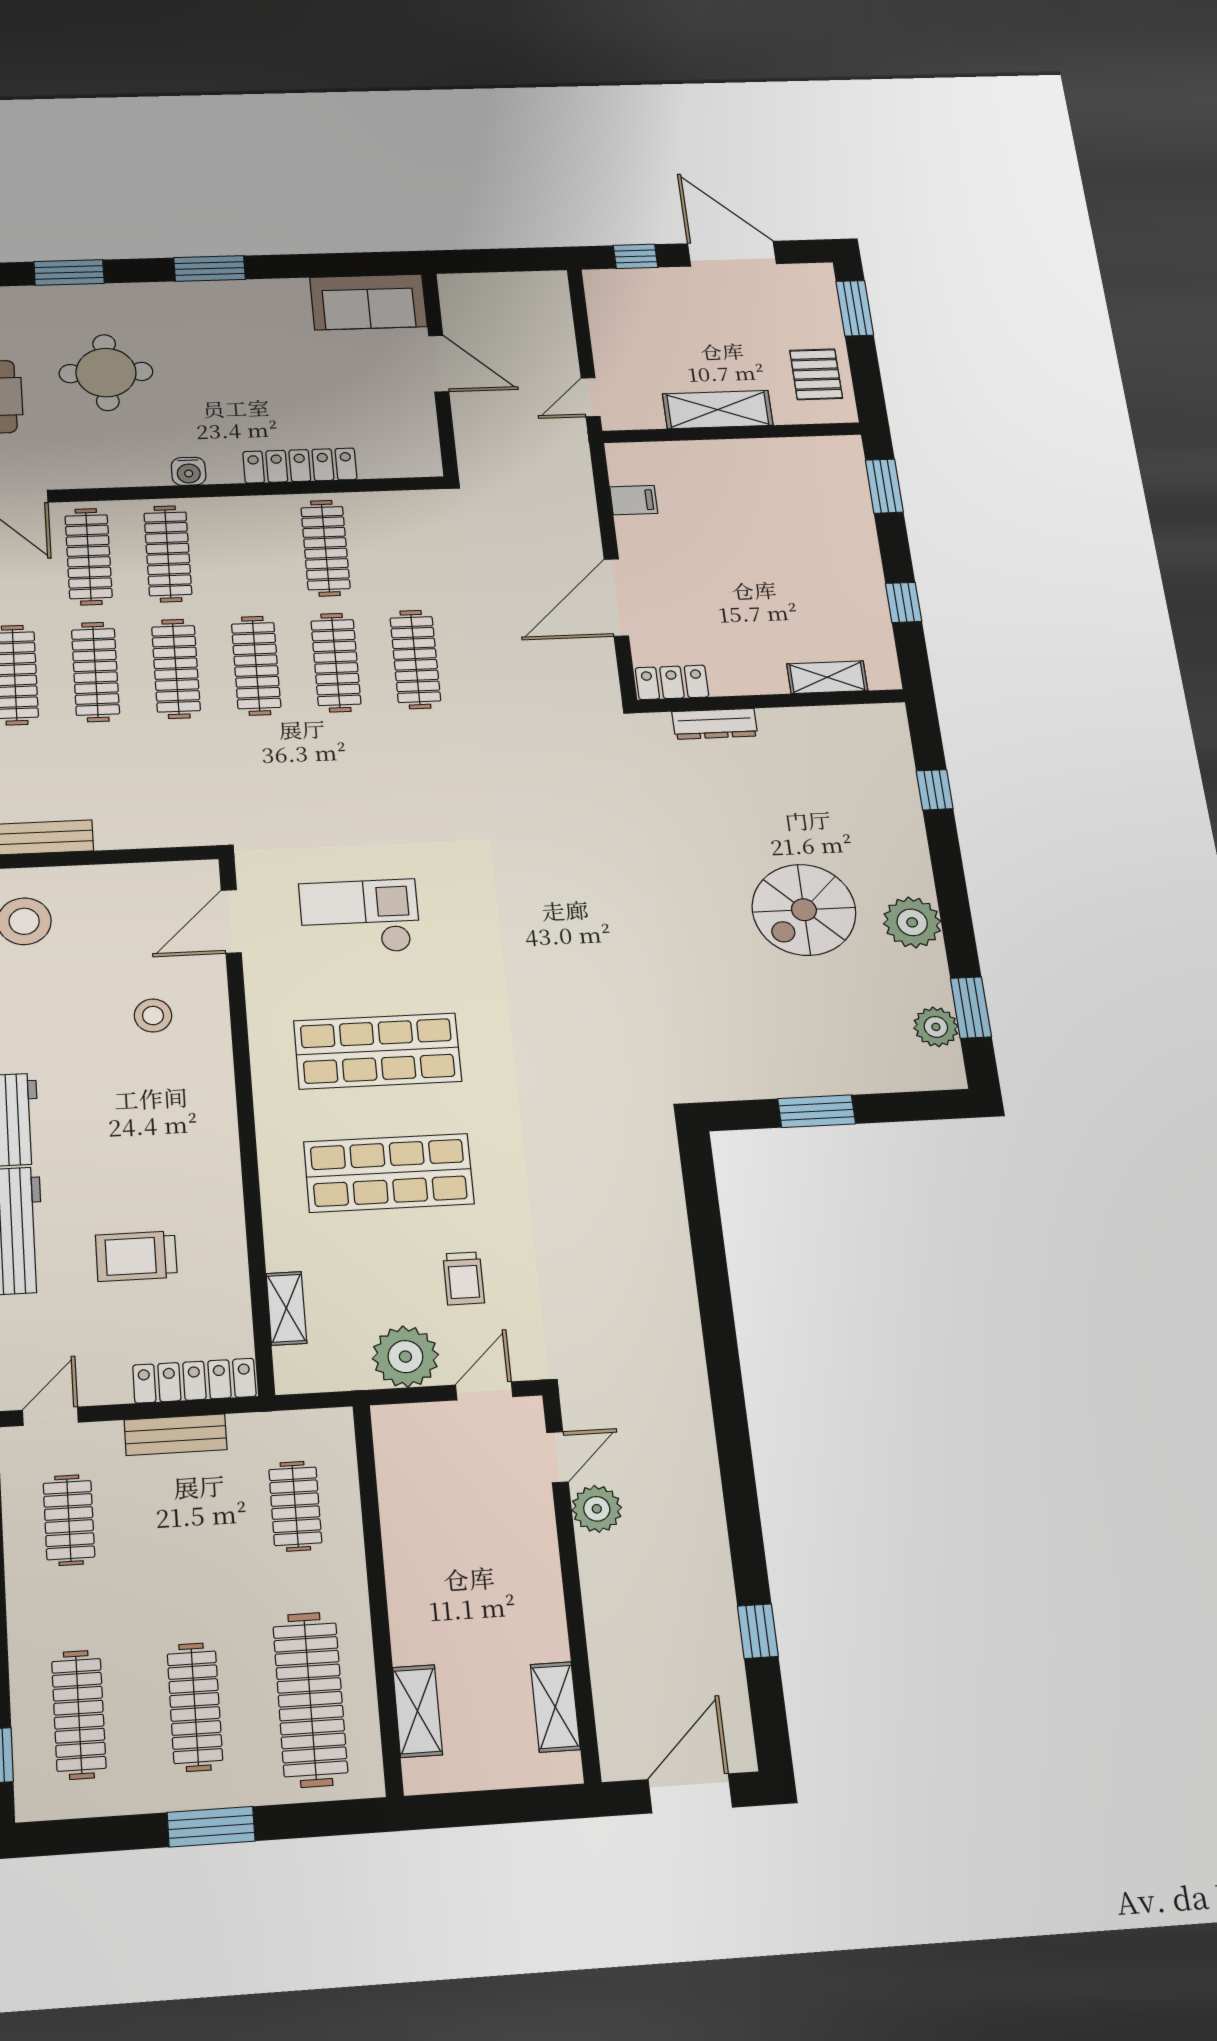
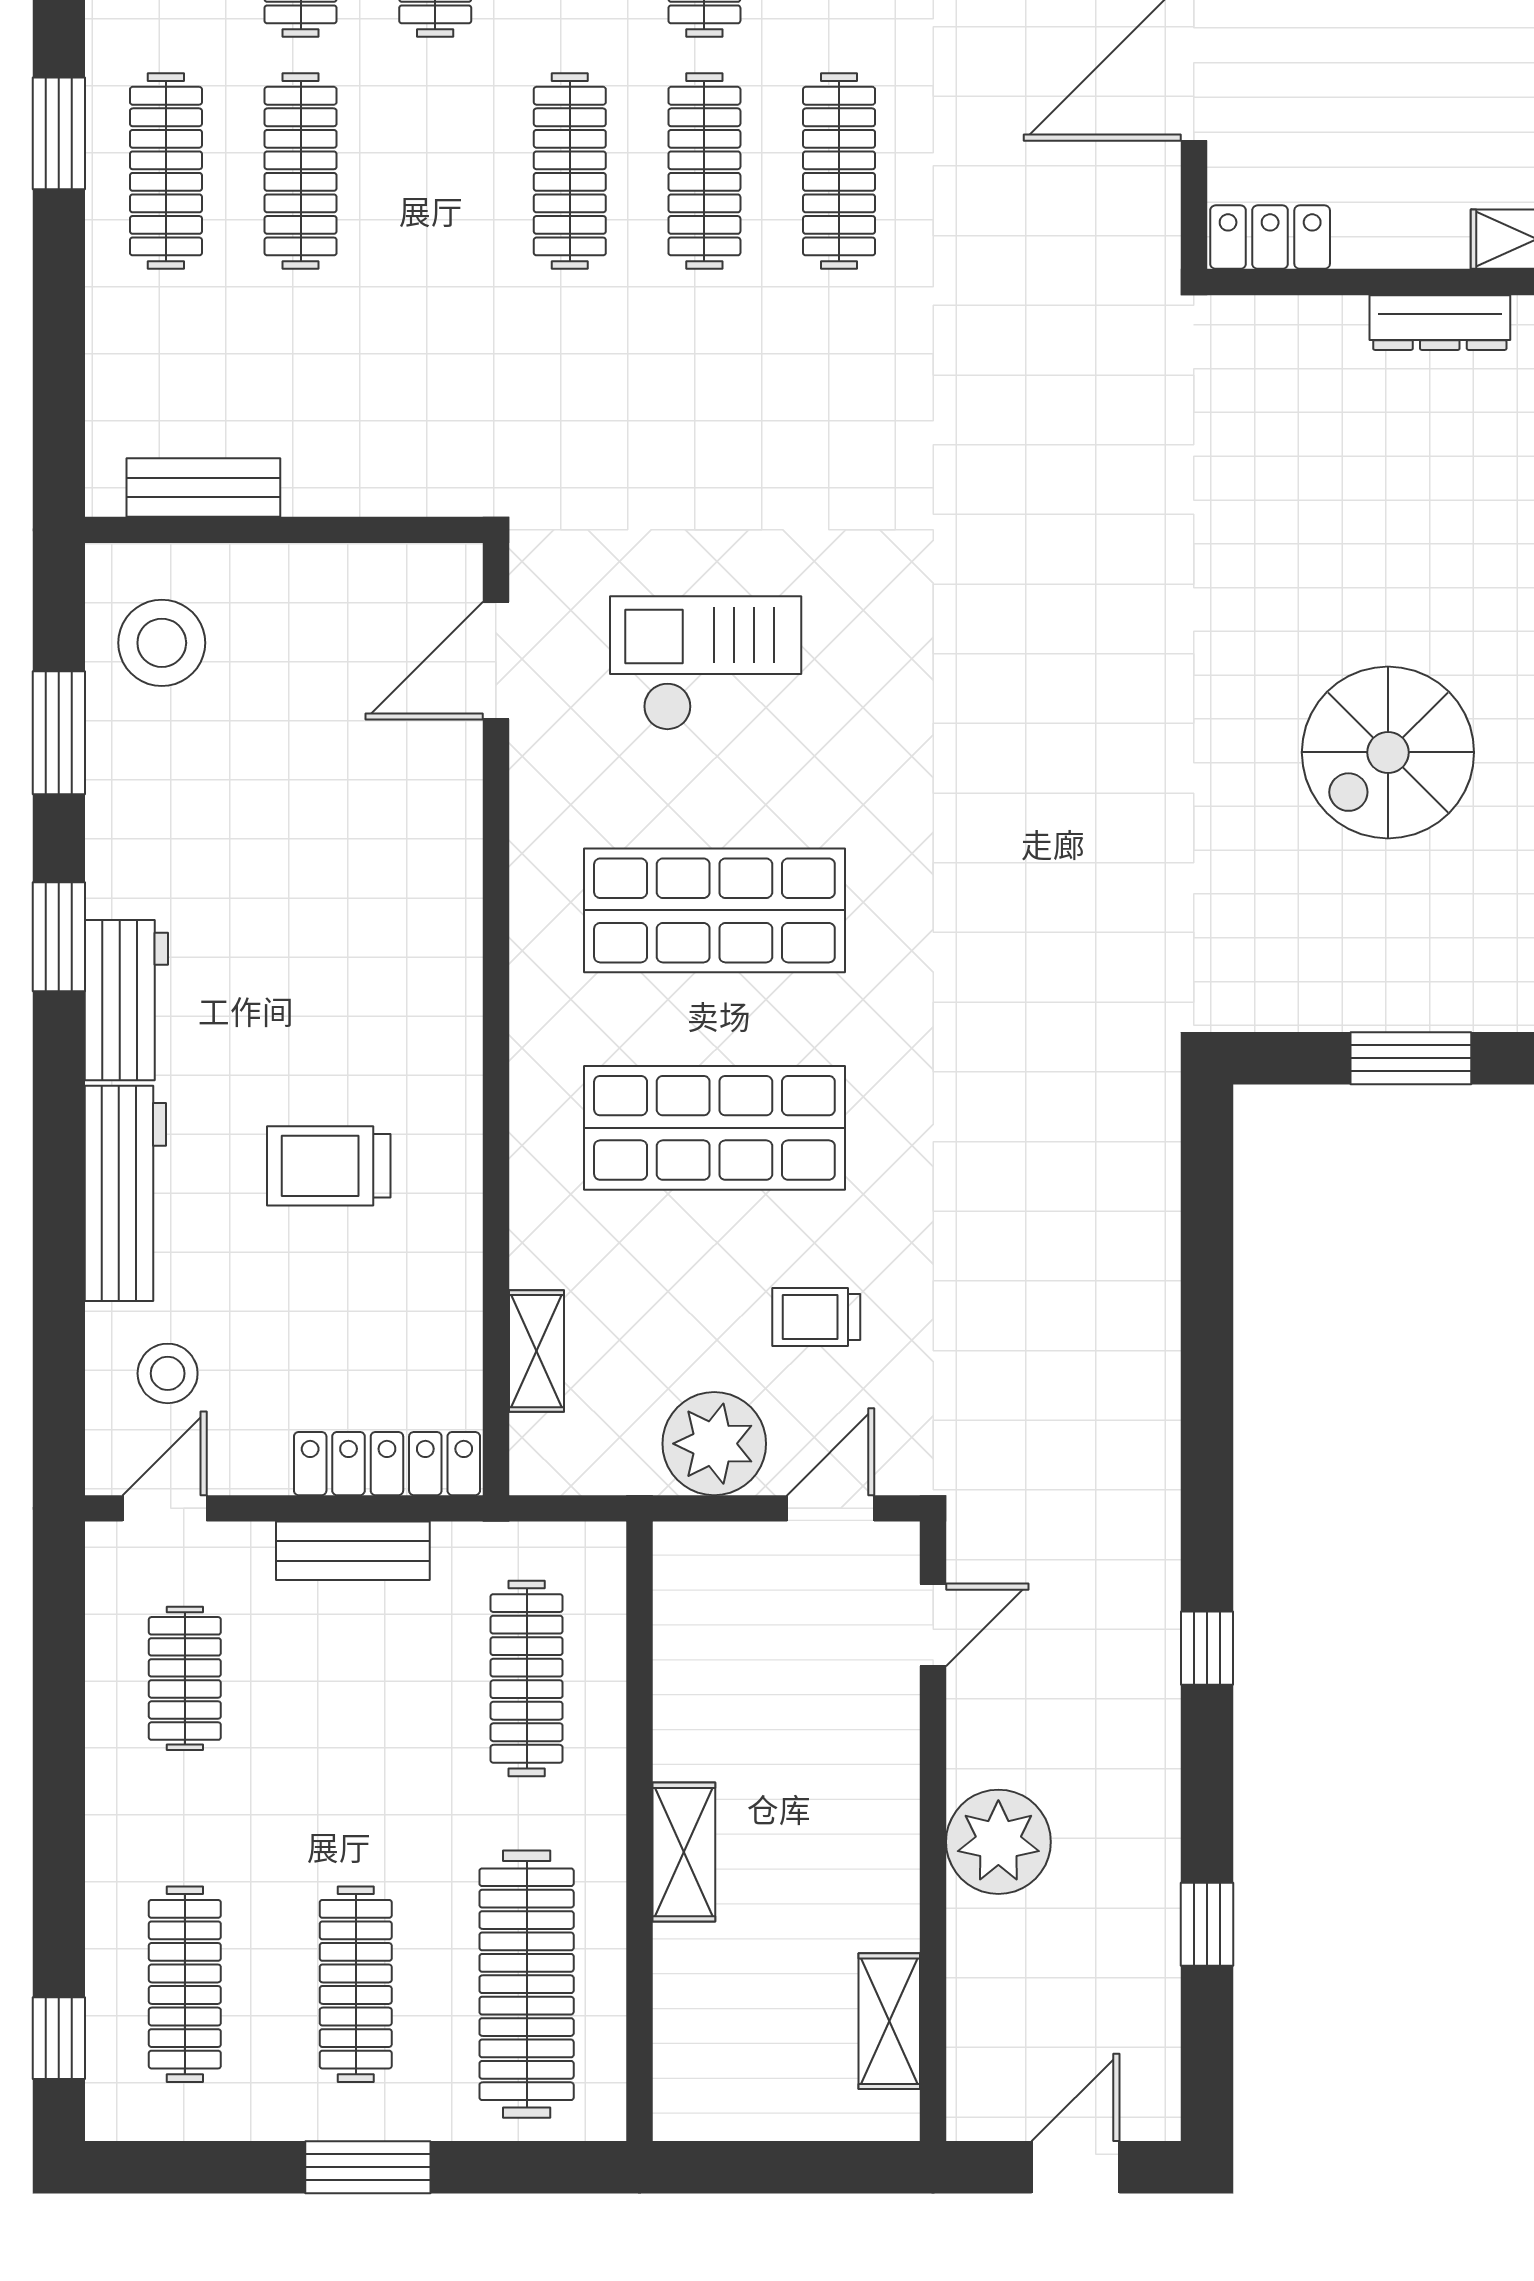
clothes rail: (176, 669) -> (435, 171), removed
dresser: (715, 724) -> (1440, 323), moved
spiral stairs: (804, 910) -> (1388, 752), moved
stool: (153, 1016) -> (168, 1373), moved
trolley: (136, 1256) -> (329, 1166), moved
trolley: (464, 1278) -> (816, 1317), turned 90
window: (736, 1461) -> (1207, 1648), added
clothes rail: (295, 1506) -> (527, 1678), width x1.36
plant: (597, 1509) -> (998, 1842), moved, width x1.36, depth x1.36
shelving: (417, 1711) -> (684, 1852), moved
door: (690, 1793) -> (1076, 2167), width x0.73

